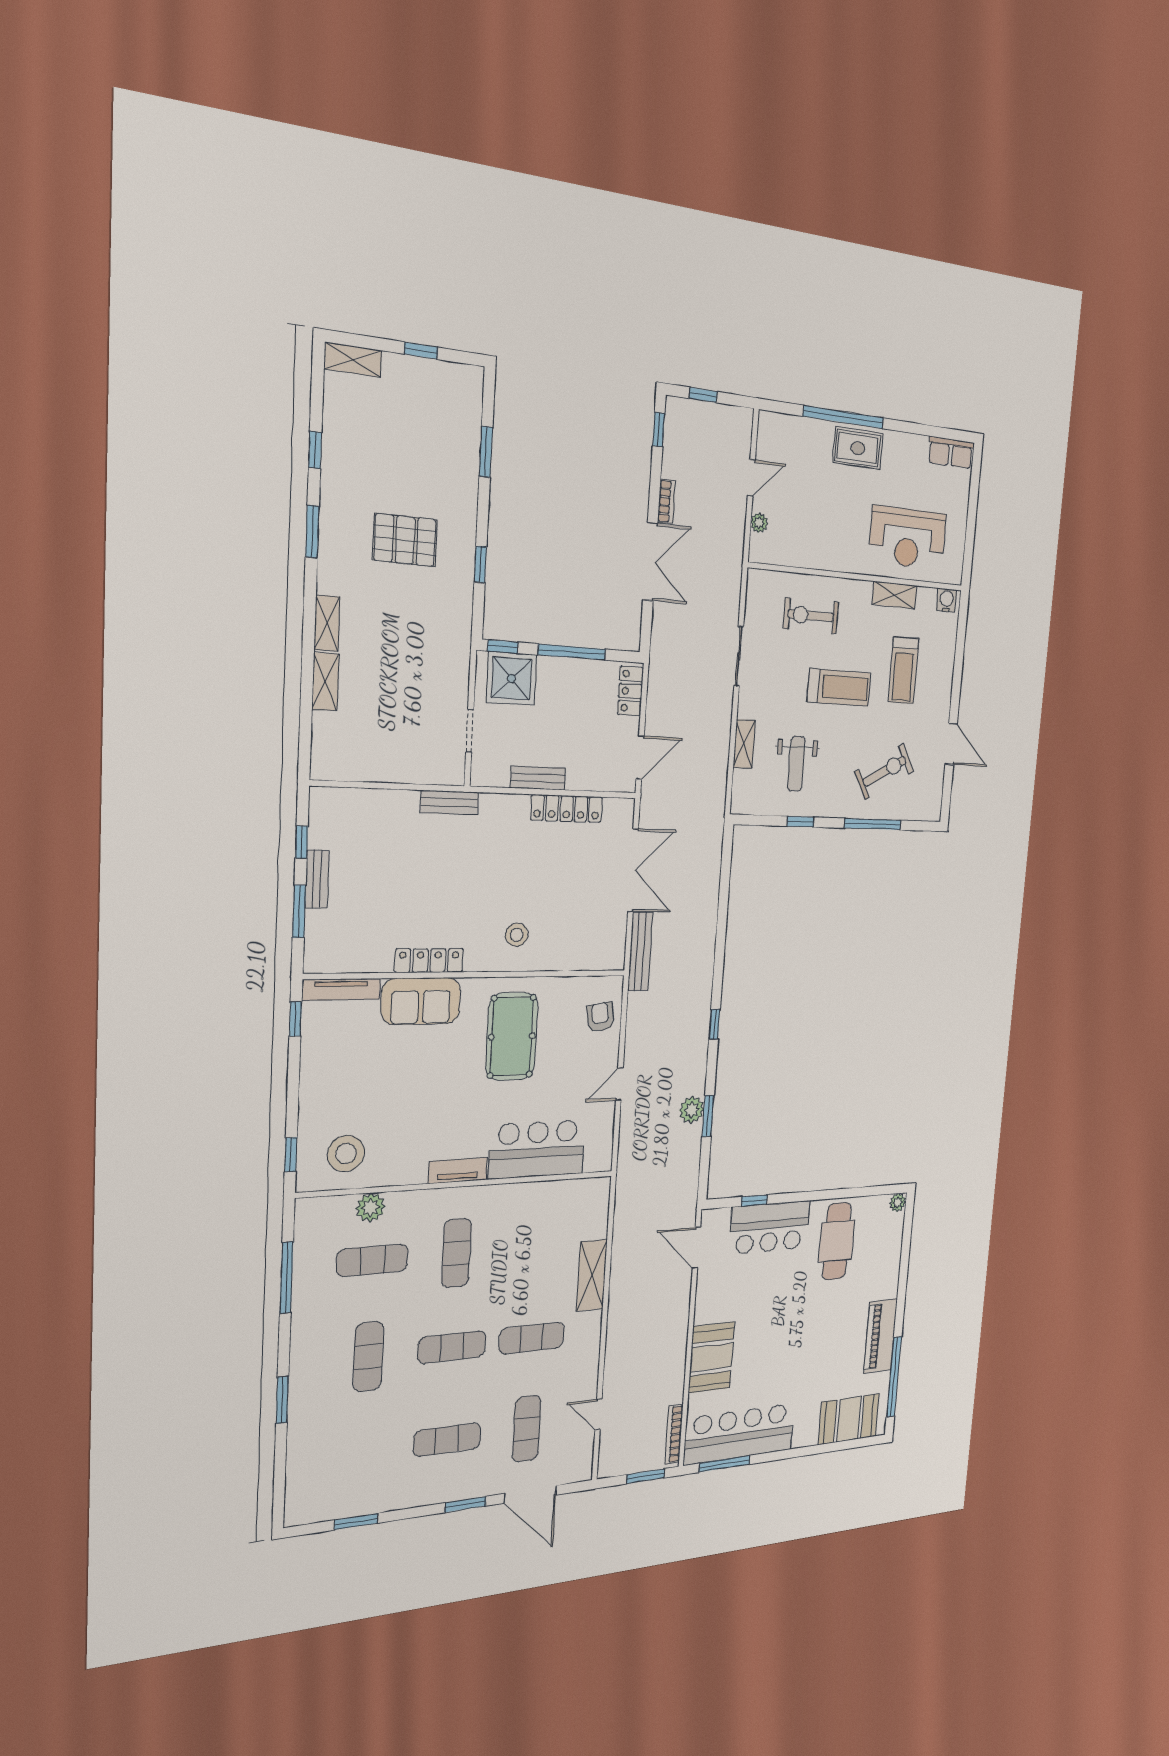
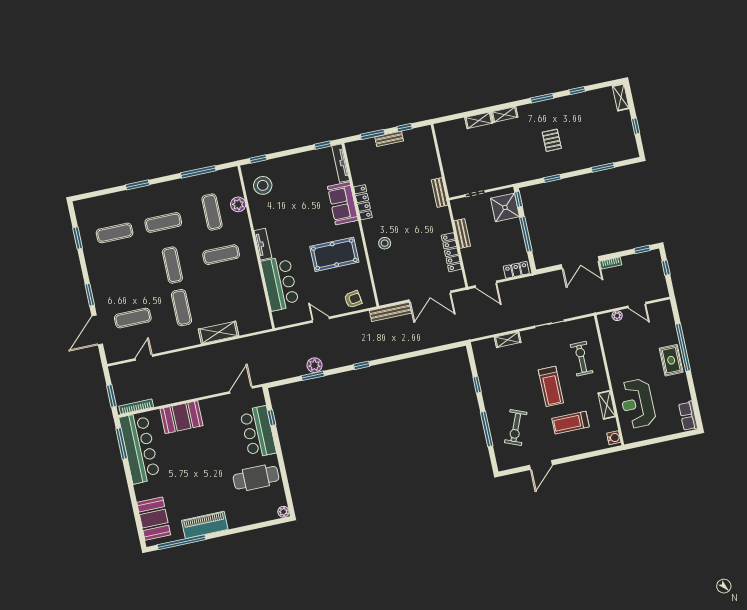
pallet: (405, 540) -> (552, 140), width x0.67, depth x0.71
weight bench: (796, 764) -> (506, 373), removed
exercise bike: (884, 771) -> (516, 428), turned 51
exercise mat: (447, 1440) -> (115, 233), moved, turned 90

